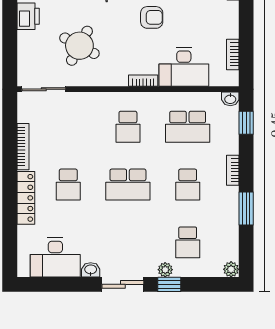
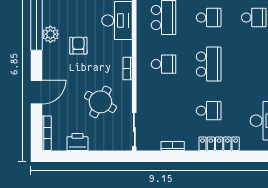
bookcase: (143, 81) -> (128, 69), moved
bookcase: (23, 147) -> (173, 146), width x0.64

